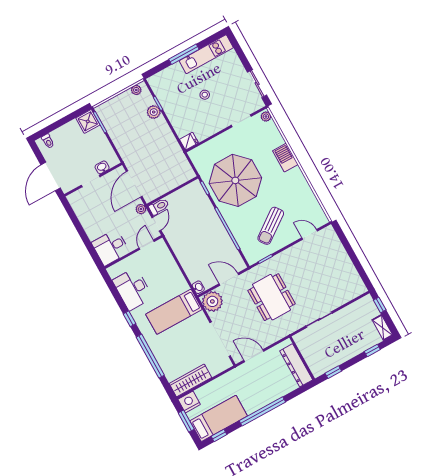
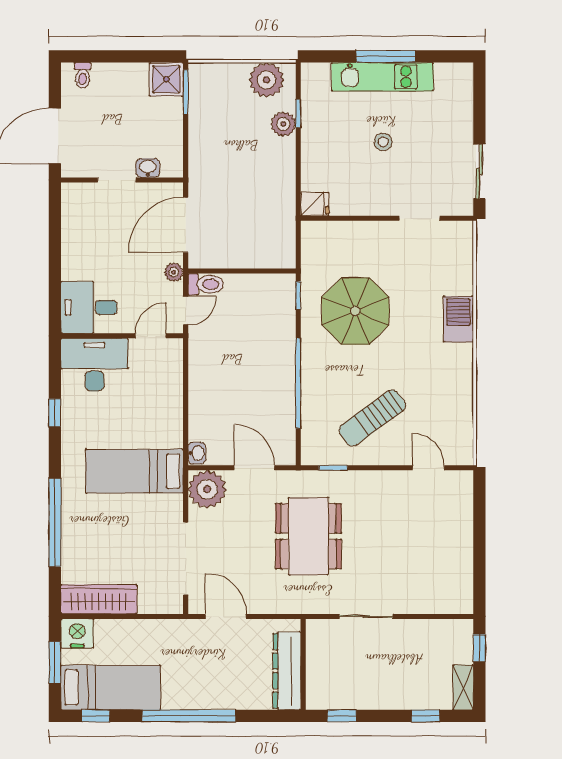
kitchen unit: (206, 54) -> (383, 77), moved
plant: (136, 90) -> (267, 80), width x1.88, depth x1.88
plant: (266, 116) -> (464, 234), removed
parasol: (235, 180) -> (355, 311), width x0.73, depth x0.73
desk: (133, 289) -> (94, 365), moved, turned 90
window: (129, 319) -> (55, 413), moved

